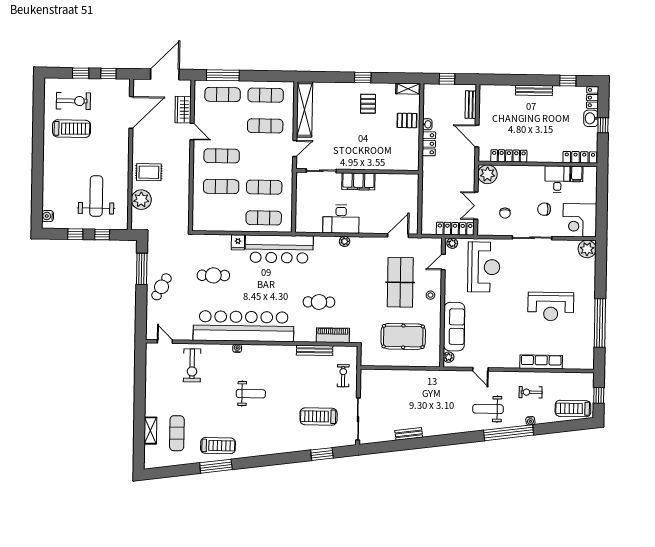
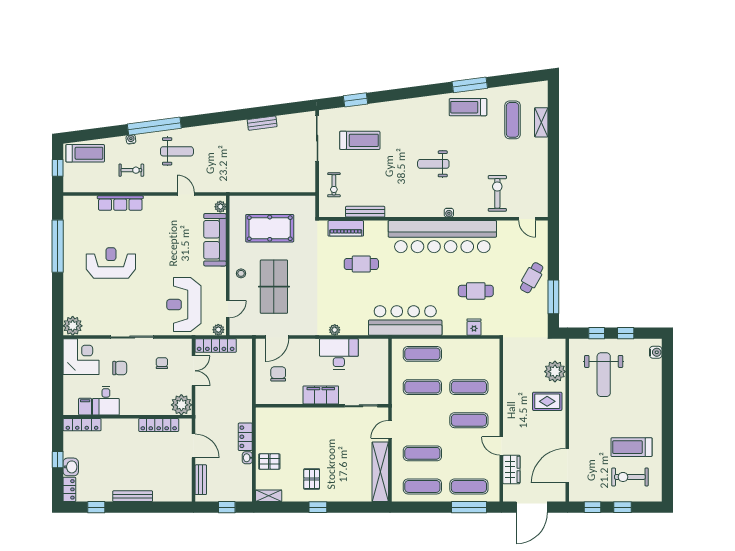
chair: (398, 201) -> (278, 374), added
fridge: (238, 242) -> (474, 327), moved

